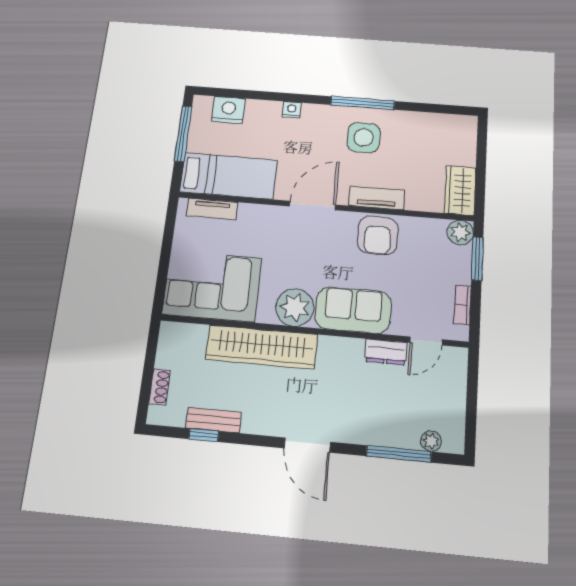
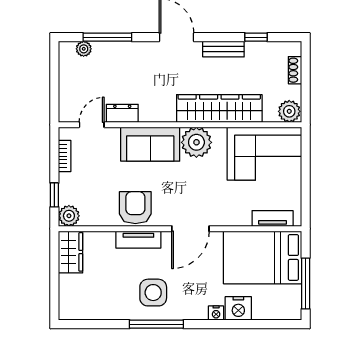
nightstand: (229, 110) -> (238, 308), moved
bed: (229, 176) -> (262, 257), width x1.50
window: (477, 259) -> (54, 195), width x0.67
plant: (174, 335) -> (289, 111), added
bench: (213, 420) -> (223, 49), moved

